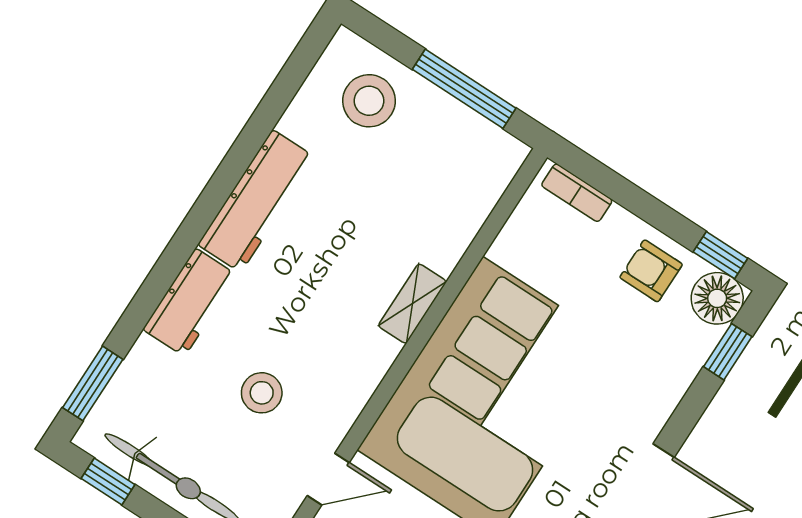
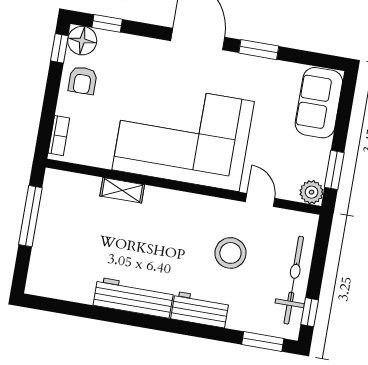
stool: (369, 101) -> (57, 262), removed
shelving: (412, 304) -> (122, 190), moved
stool: (262, 393) -> (230, 253), width x1.38, depth x1.38

